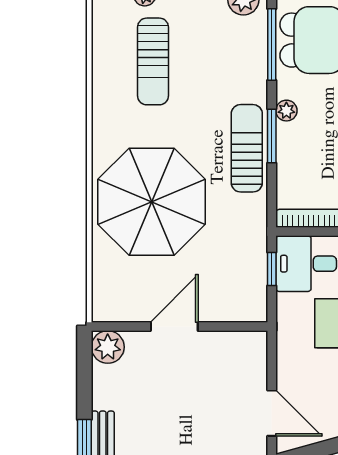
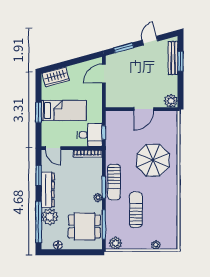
sun lounger: (153, 61) -> (136, 210), moved
parasol: (152, 202) -> (153, 160), width x0.73, depth x0.73
door: (272, 413) -> (104, 74), hinge flipped

